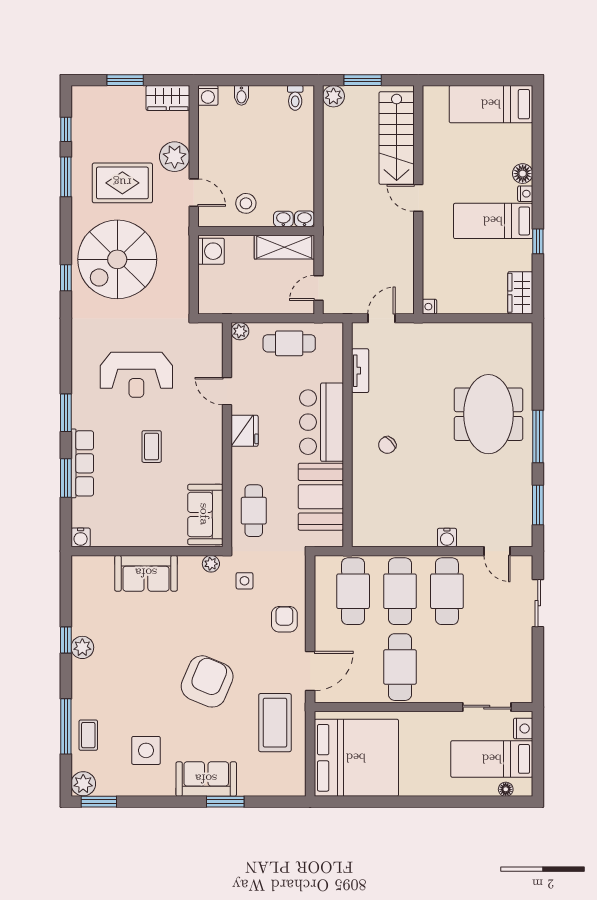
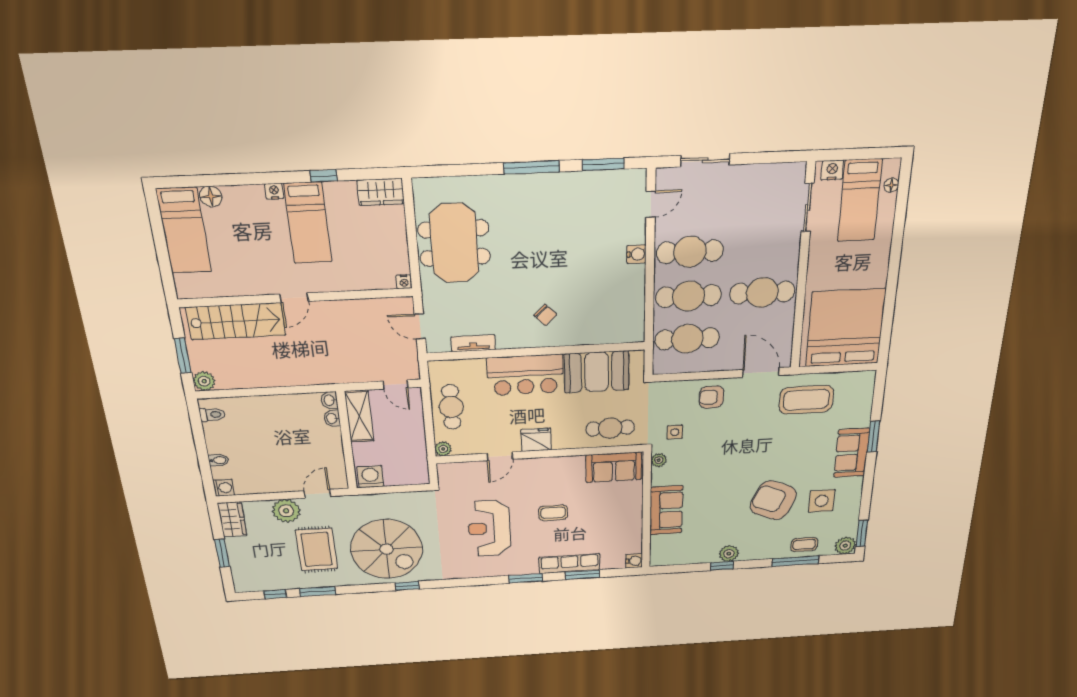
floor lamp: (523, 174) -> (211, 197), moved
stool: (246, 203) -> (321, 451), removed
reception desk: (136, 375) -> (489, 528), turned 180
meeting table: (488, 414) -> (454, 243), moved, turned 90
armchair: (207, 681) -> (773, 500), moved

